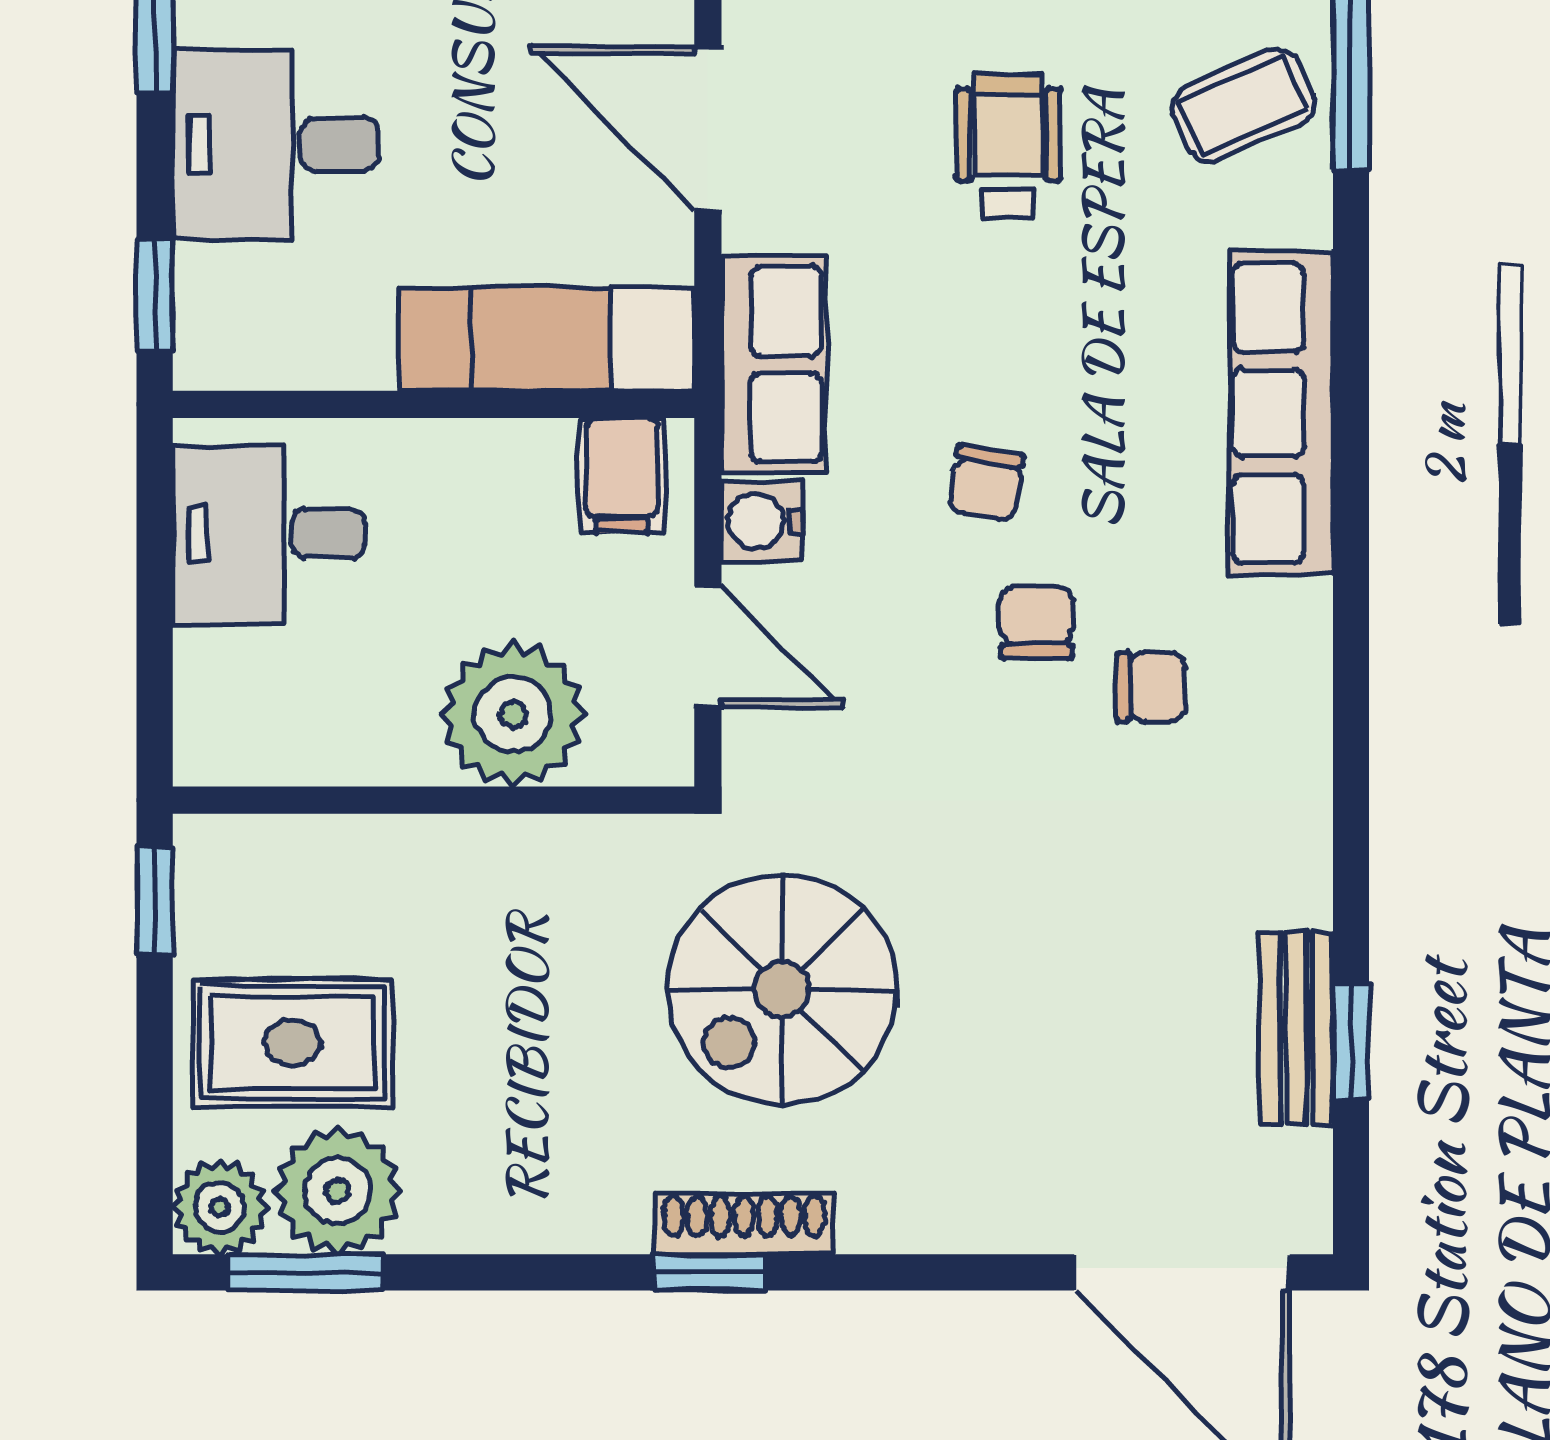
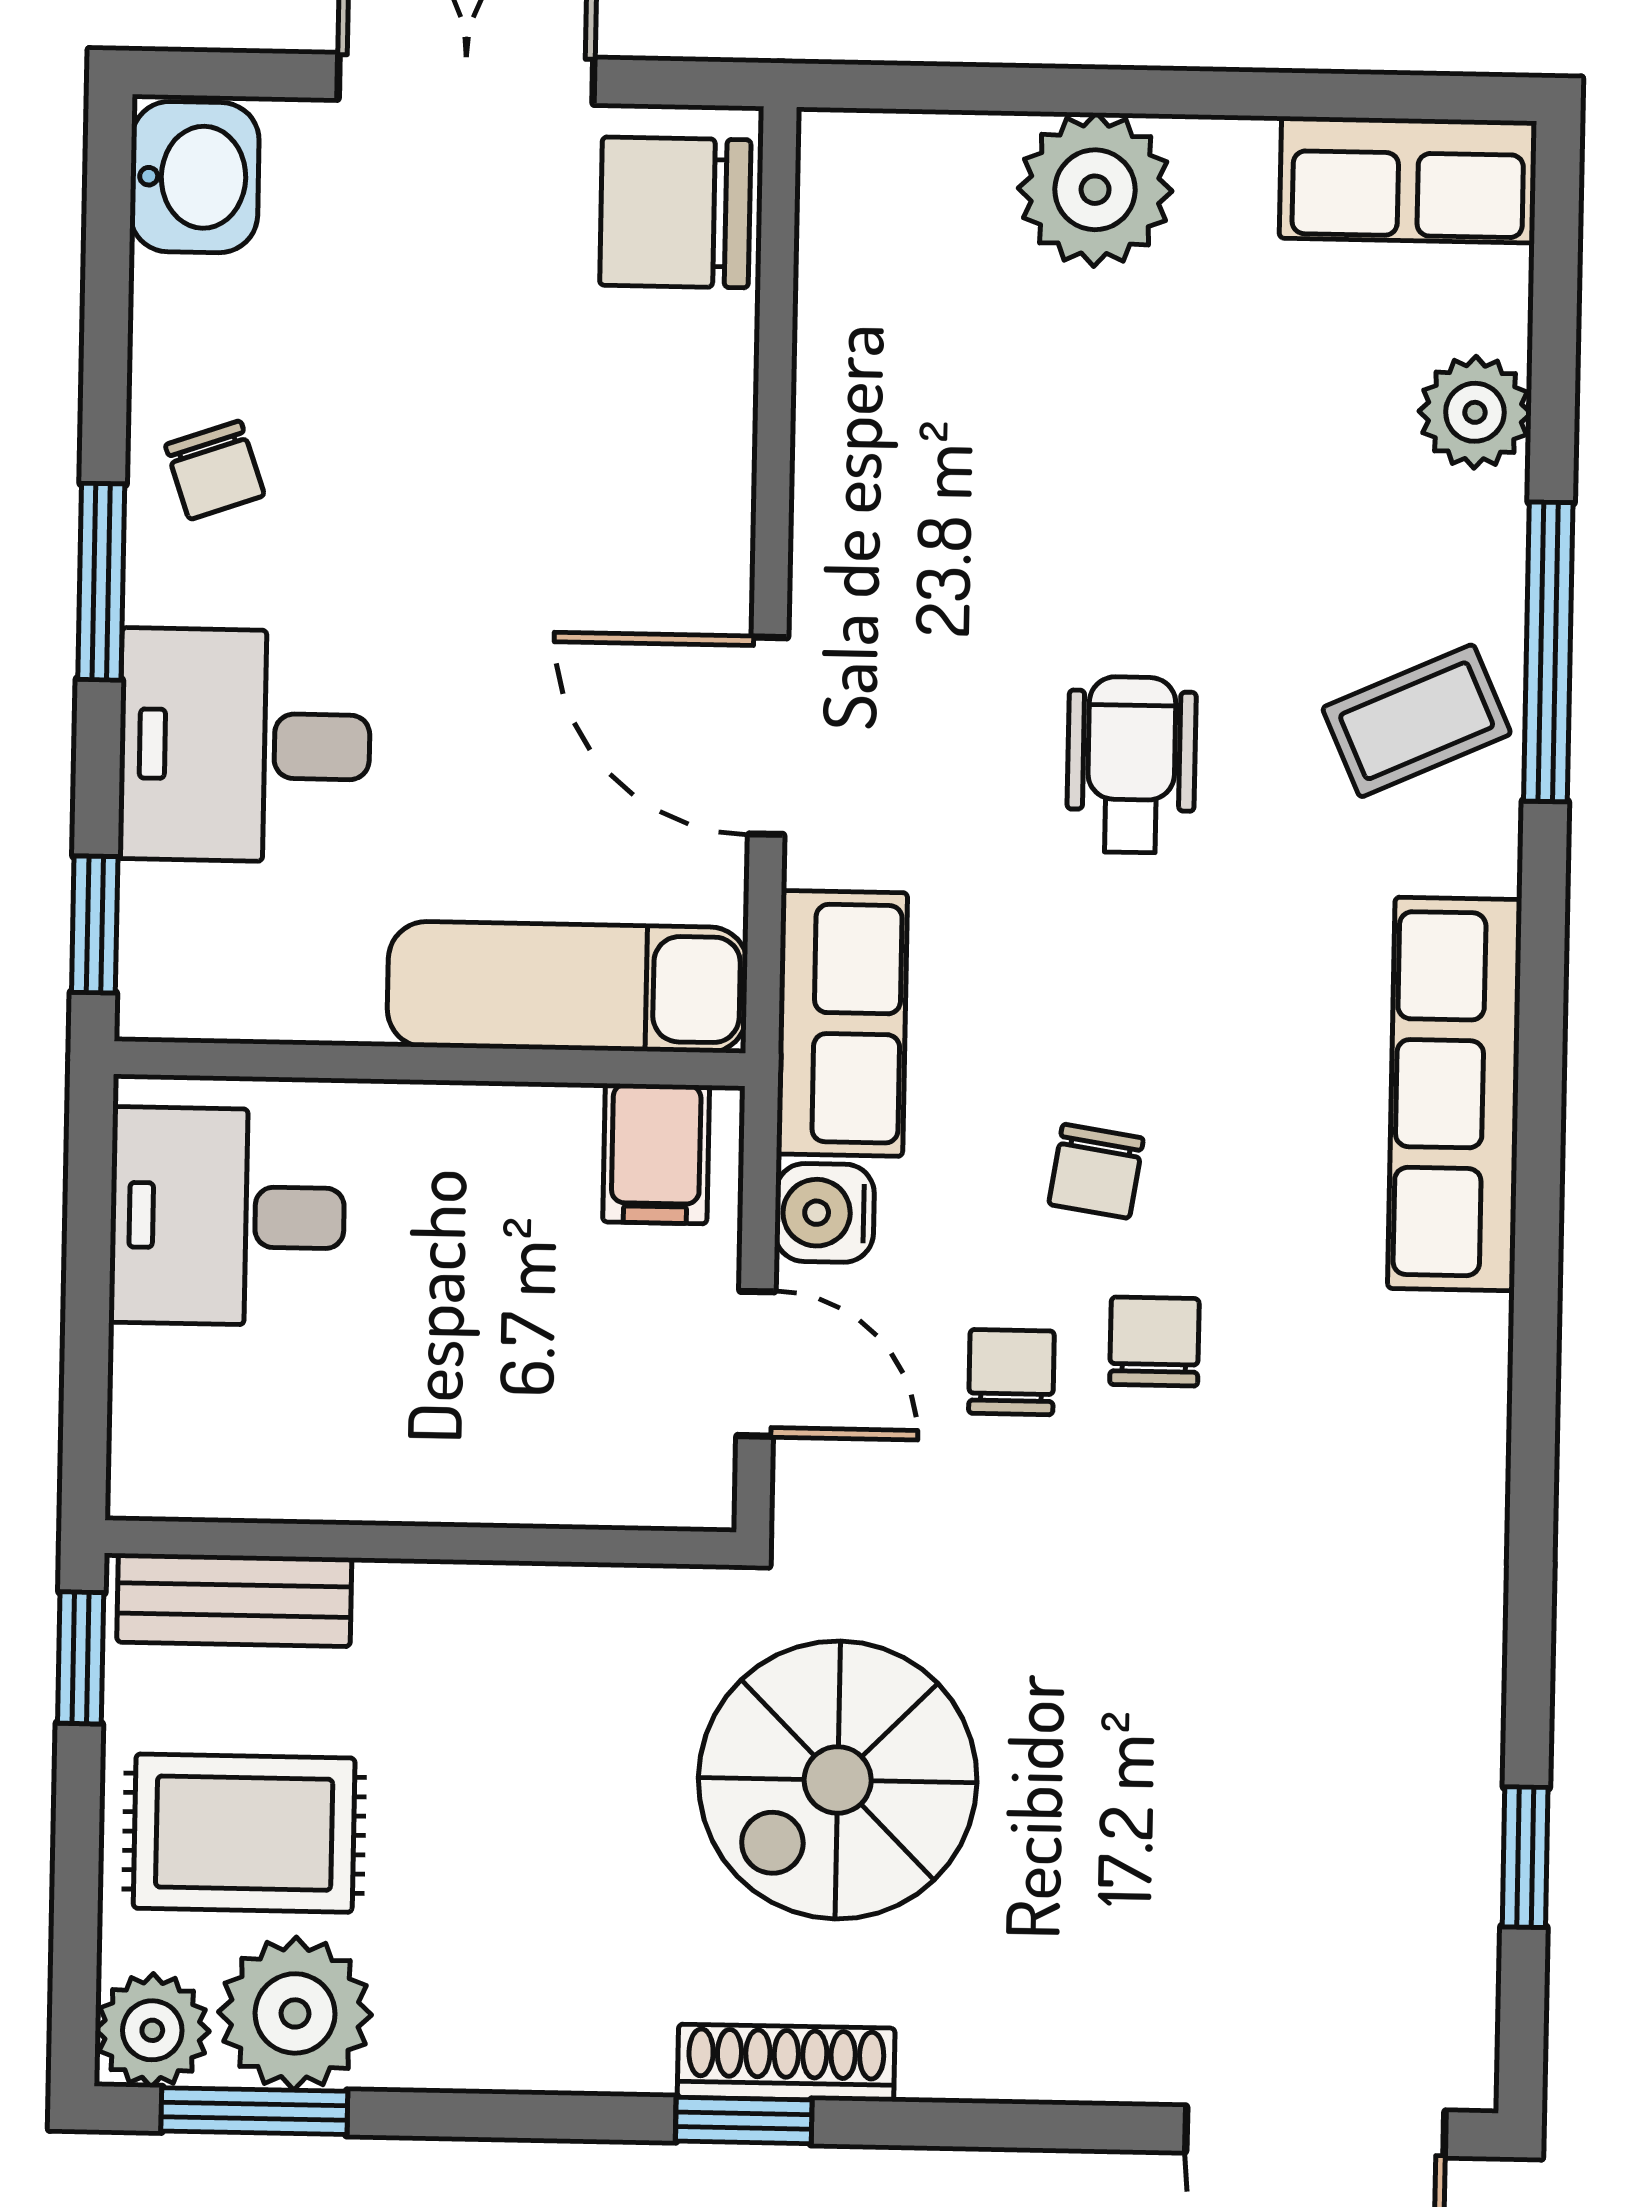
chair: (1151, 687) -> (1011, 1372), moved, turned -90
plant: (513, 714) -> (519, 1441), removed
bench: (1296, 1028) -> (234, 1600), moved, turned 90

